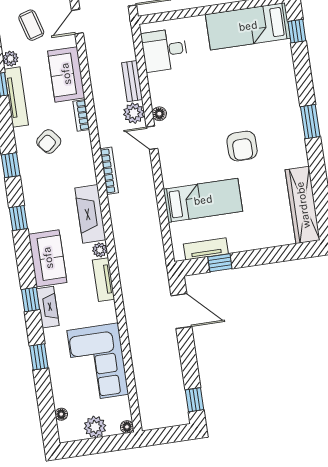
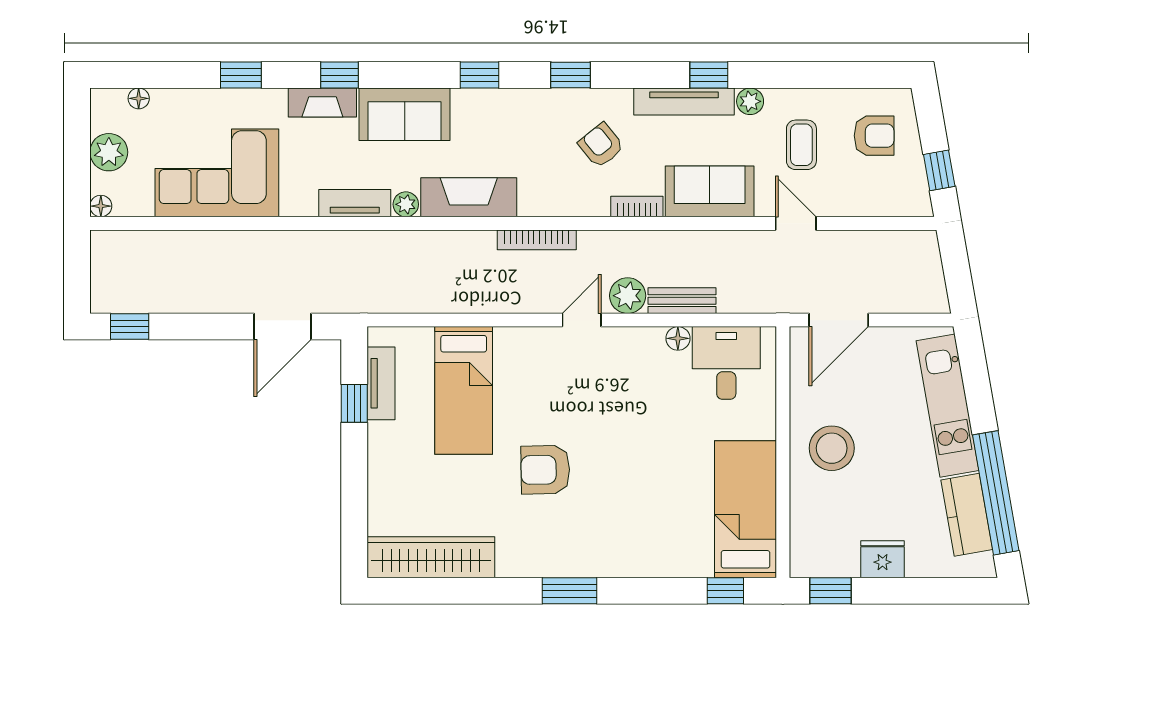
coffee table: (31, 25) -> (801, 145), turned -74
floor lamp: (159, 114) -> (678, 338), moved

